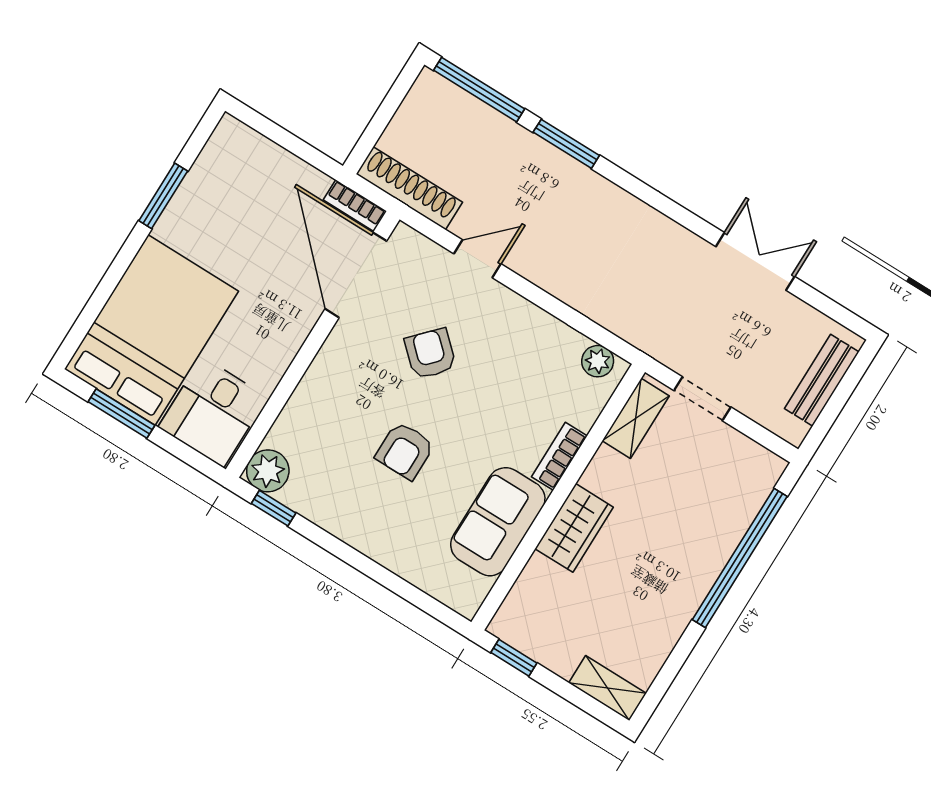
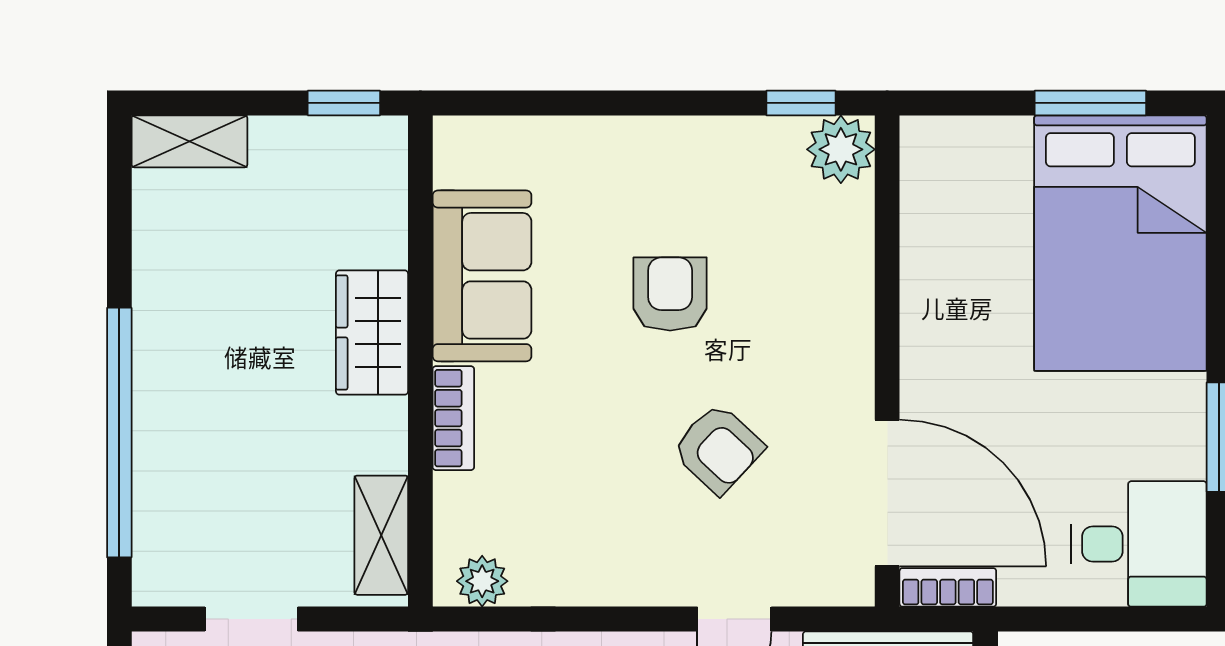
doorway: (702, 399) -> (251, 619), moved
desk: (213, 412) -> (1139, 544), moved, turned 90

